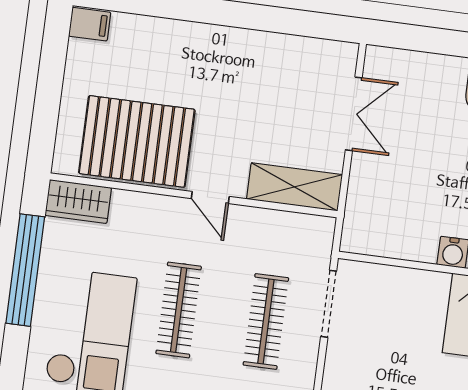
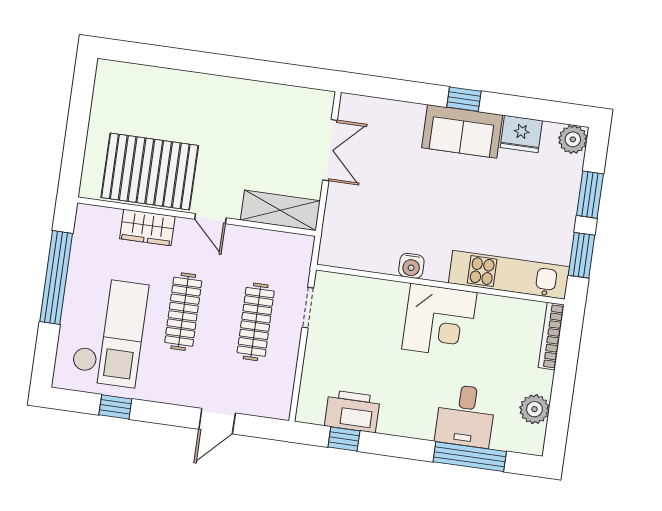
filing cabinet: (90, 24) -> (111, 74), removed
wardrobe: (78, 202) -> (147, 227), moved
doorway: (329, 304) -> (308, 308), width x0.73

